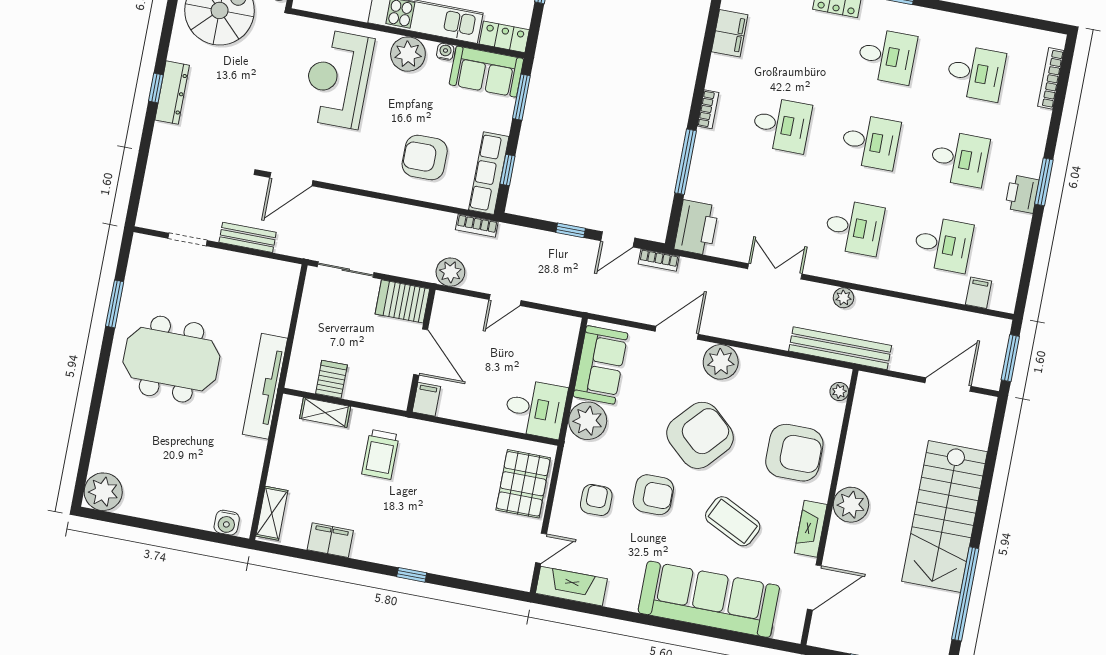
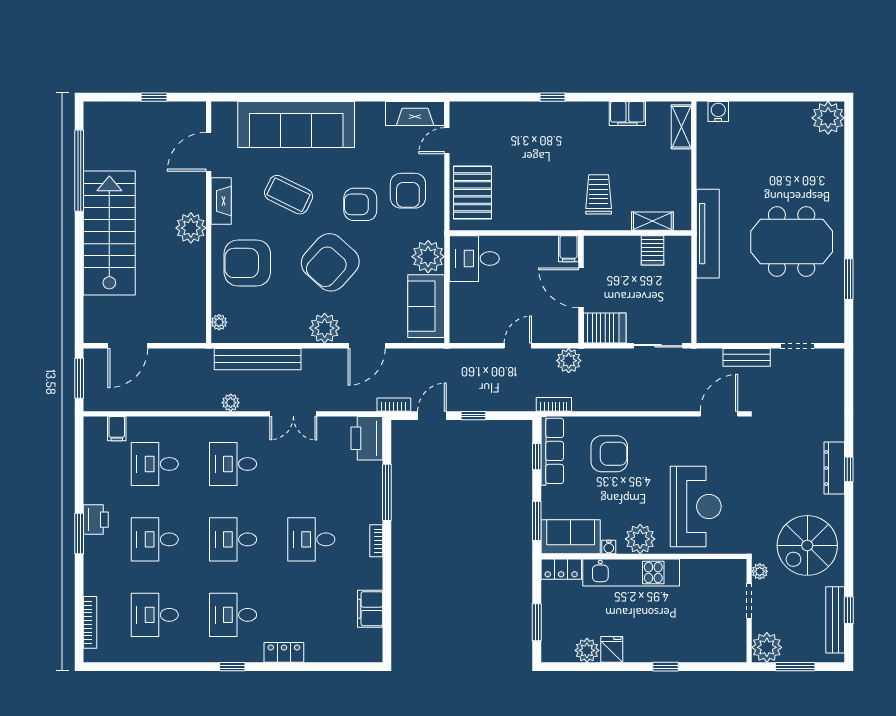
bench: (840, 348) -> (258, 359), moved
armchair: (596, 500) -> (408, 191), width x1.38, depth x1.38

